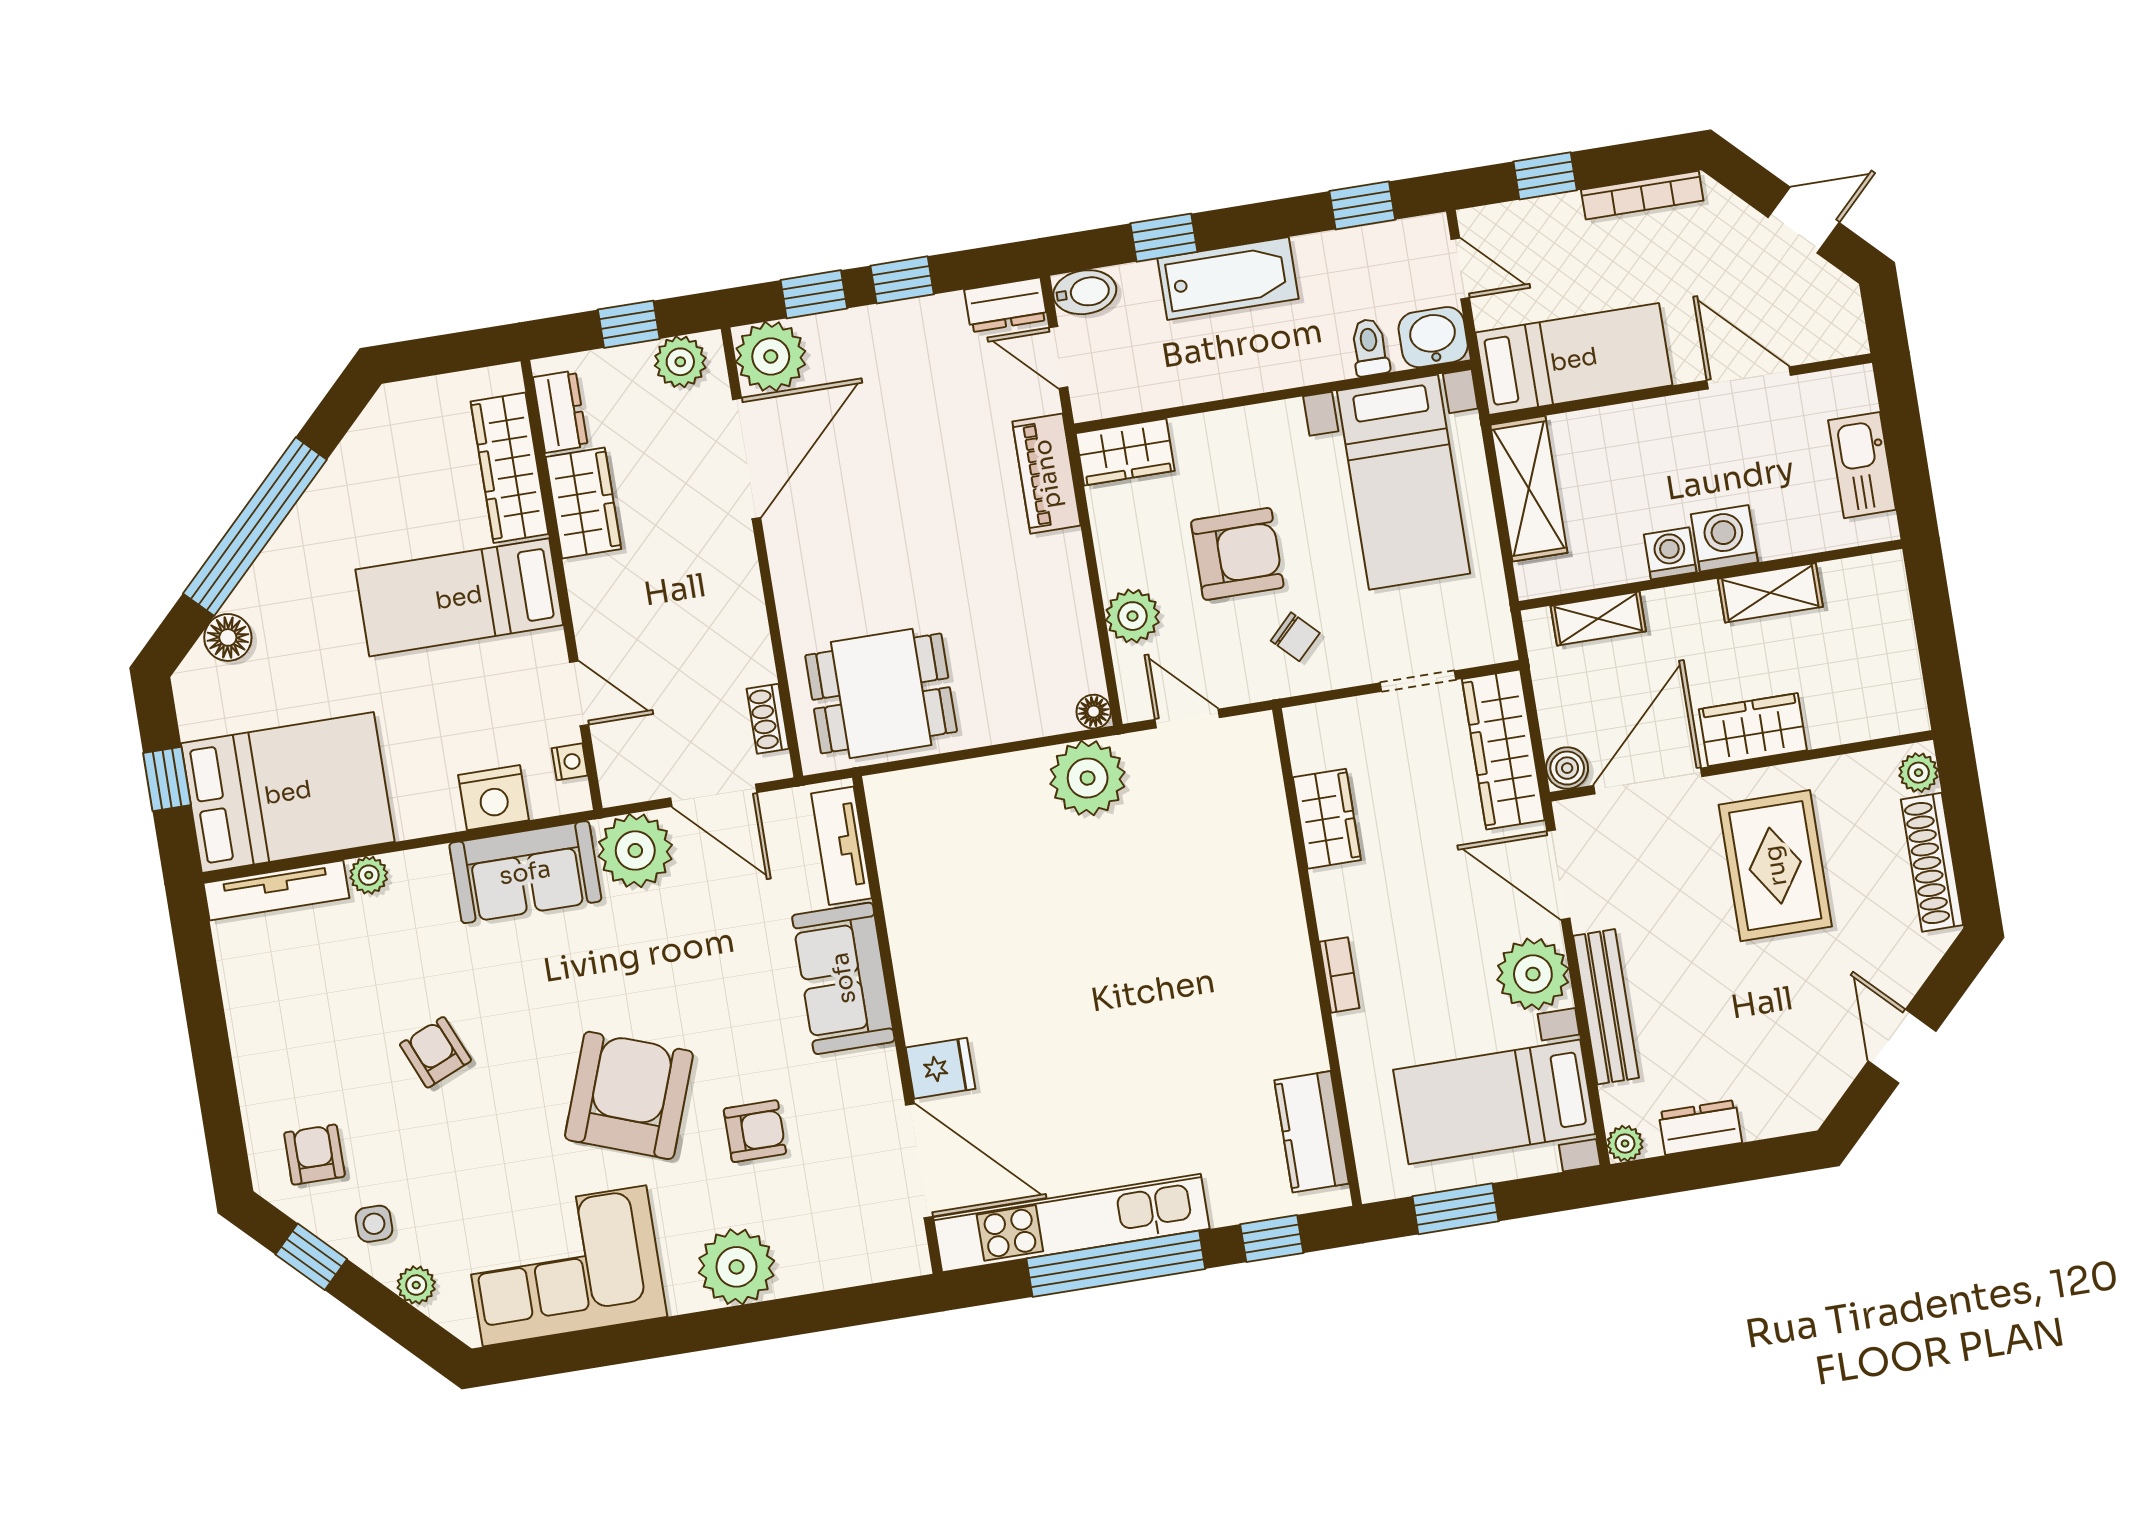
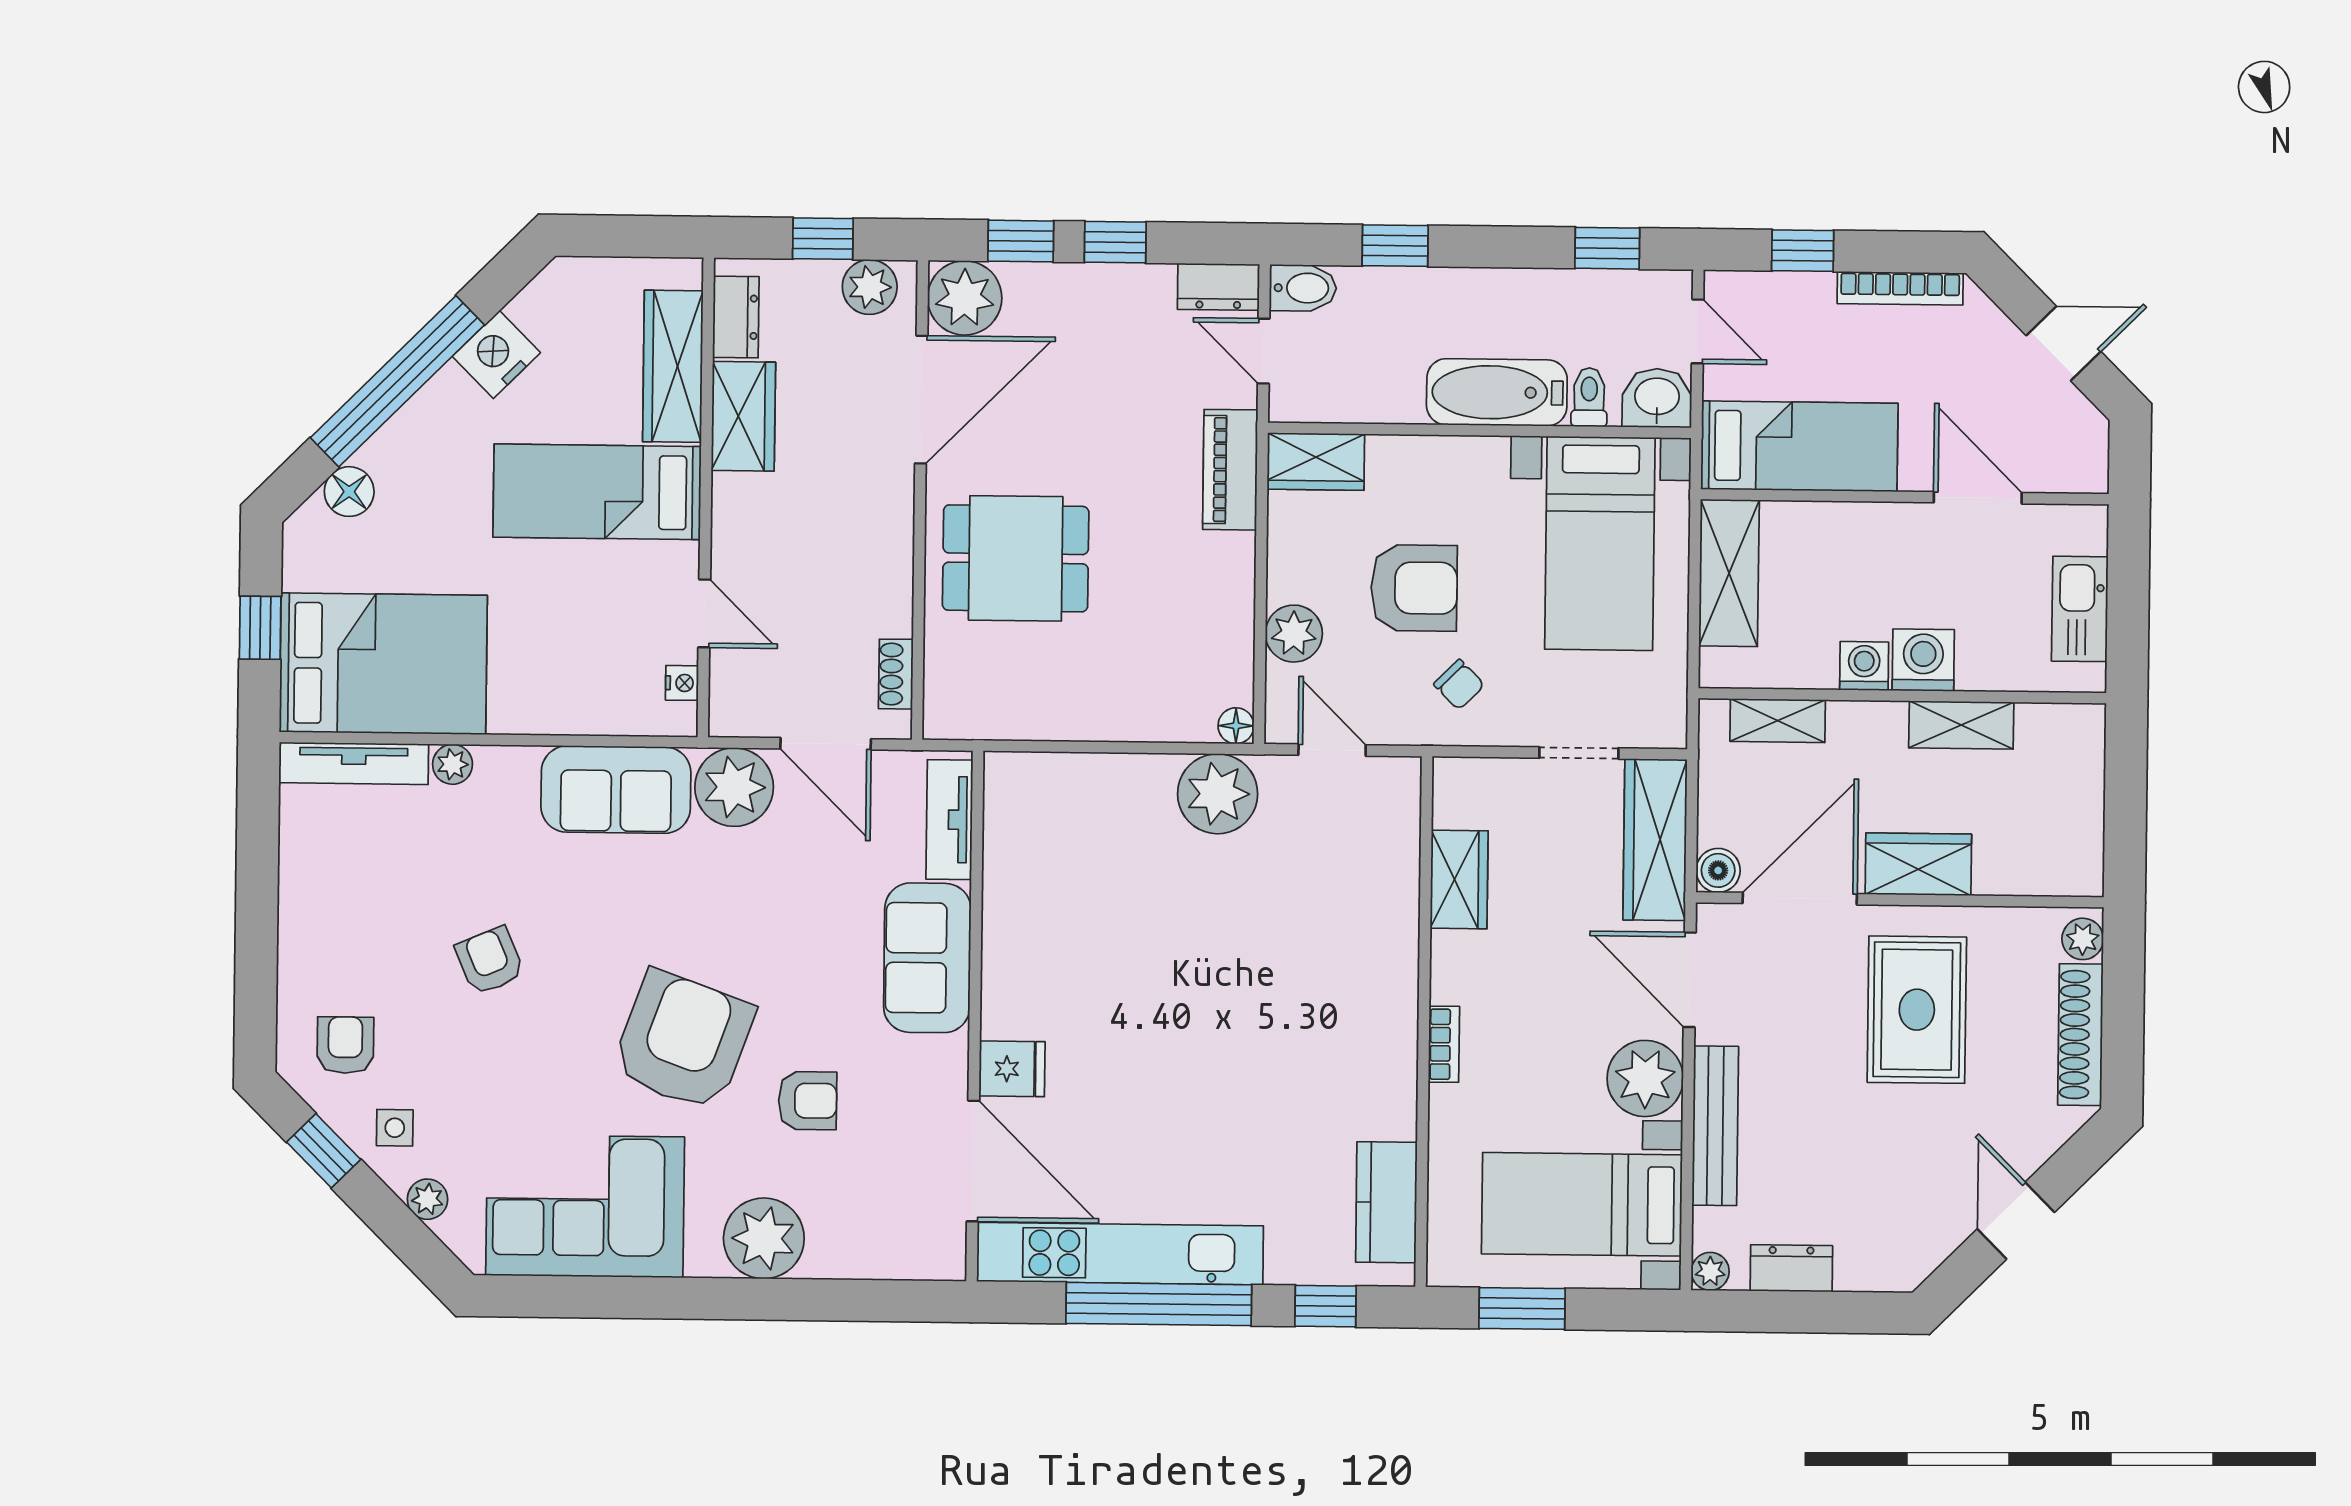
bathtub: (1228, 279) -> (1497, 392), moved, turned 180
dining table: (881, 693) -> (1016, 558), moved
nightstand: (493, 798) -> (496, 355), moved, turned 135

